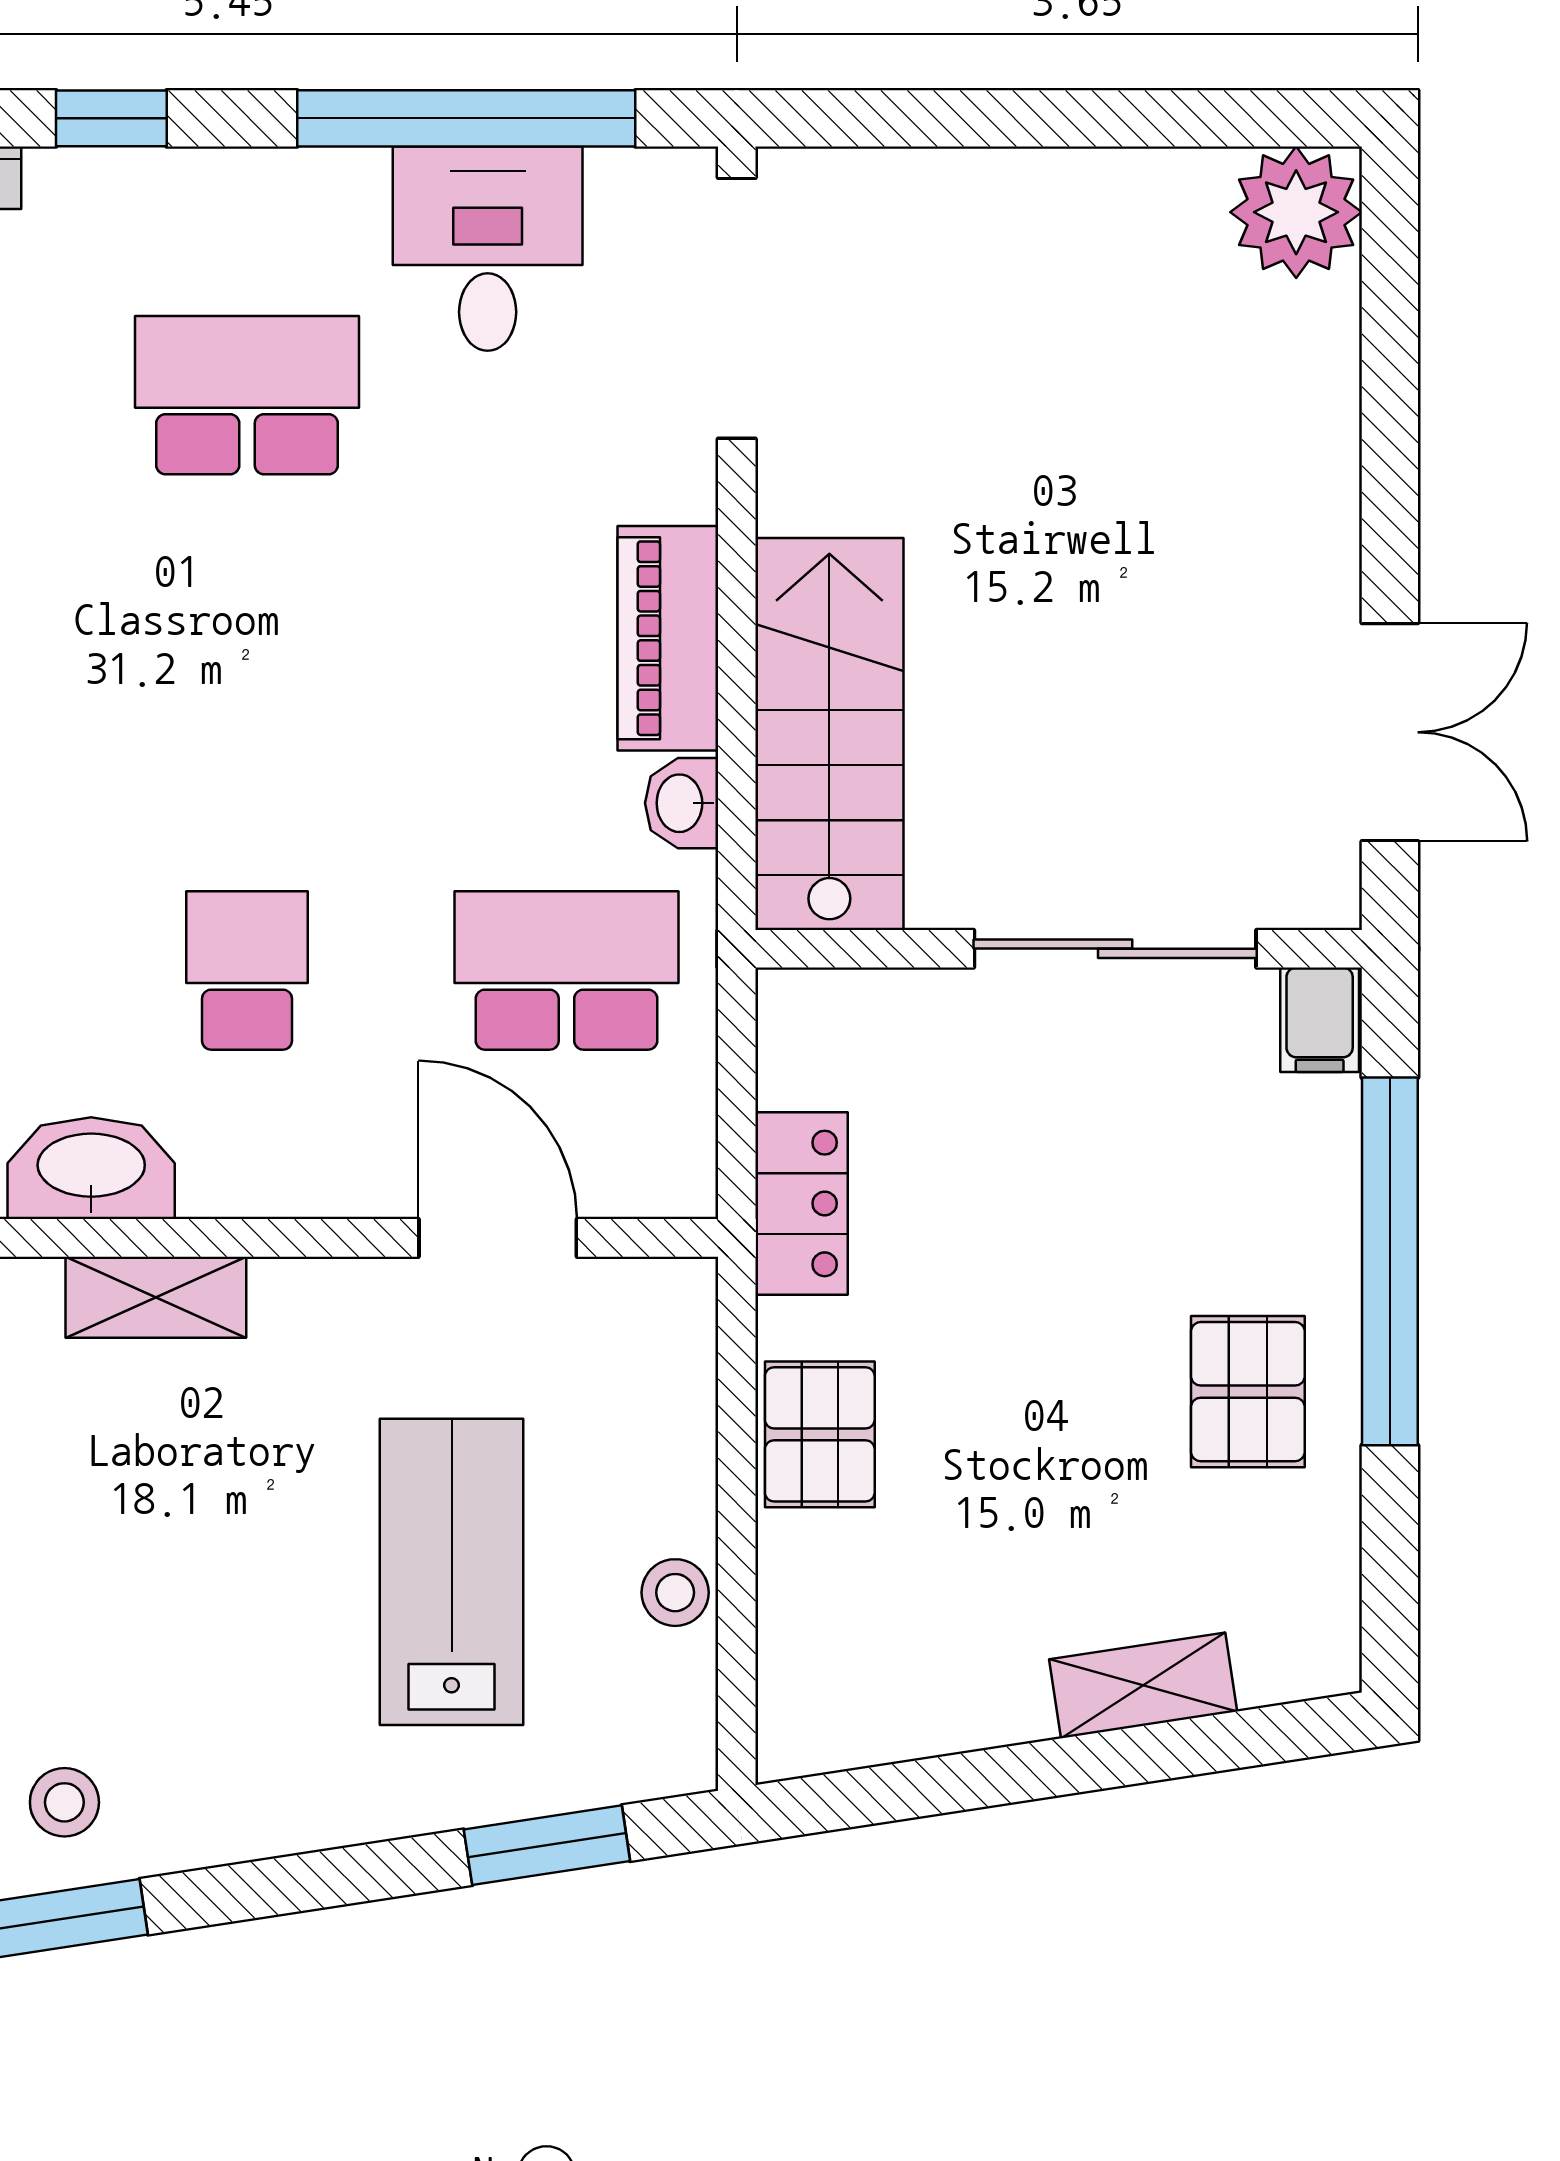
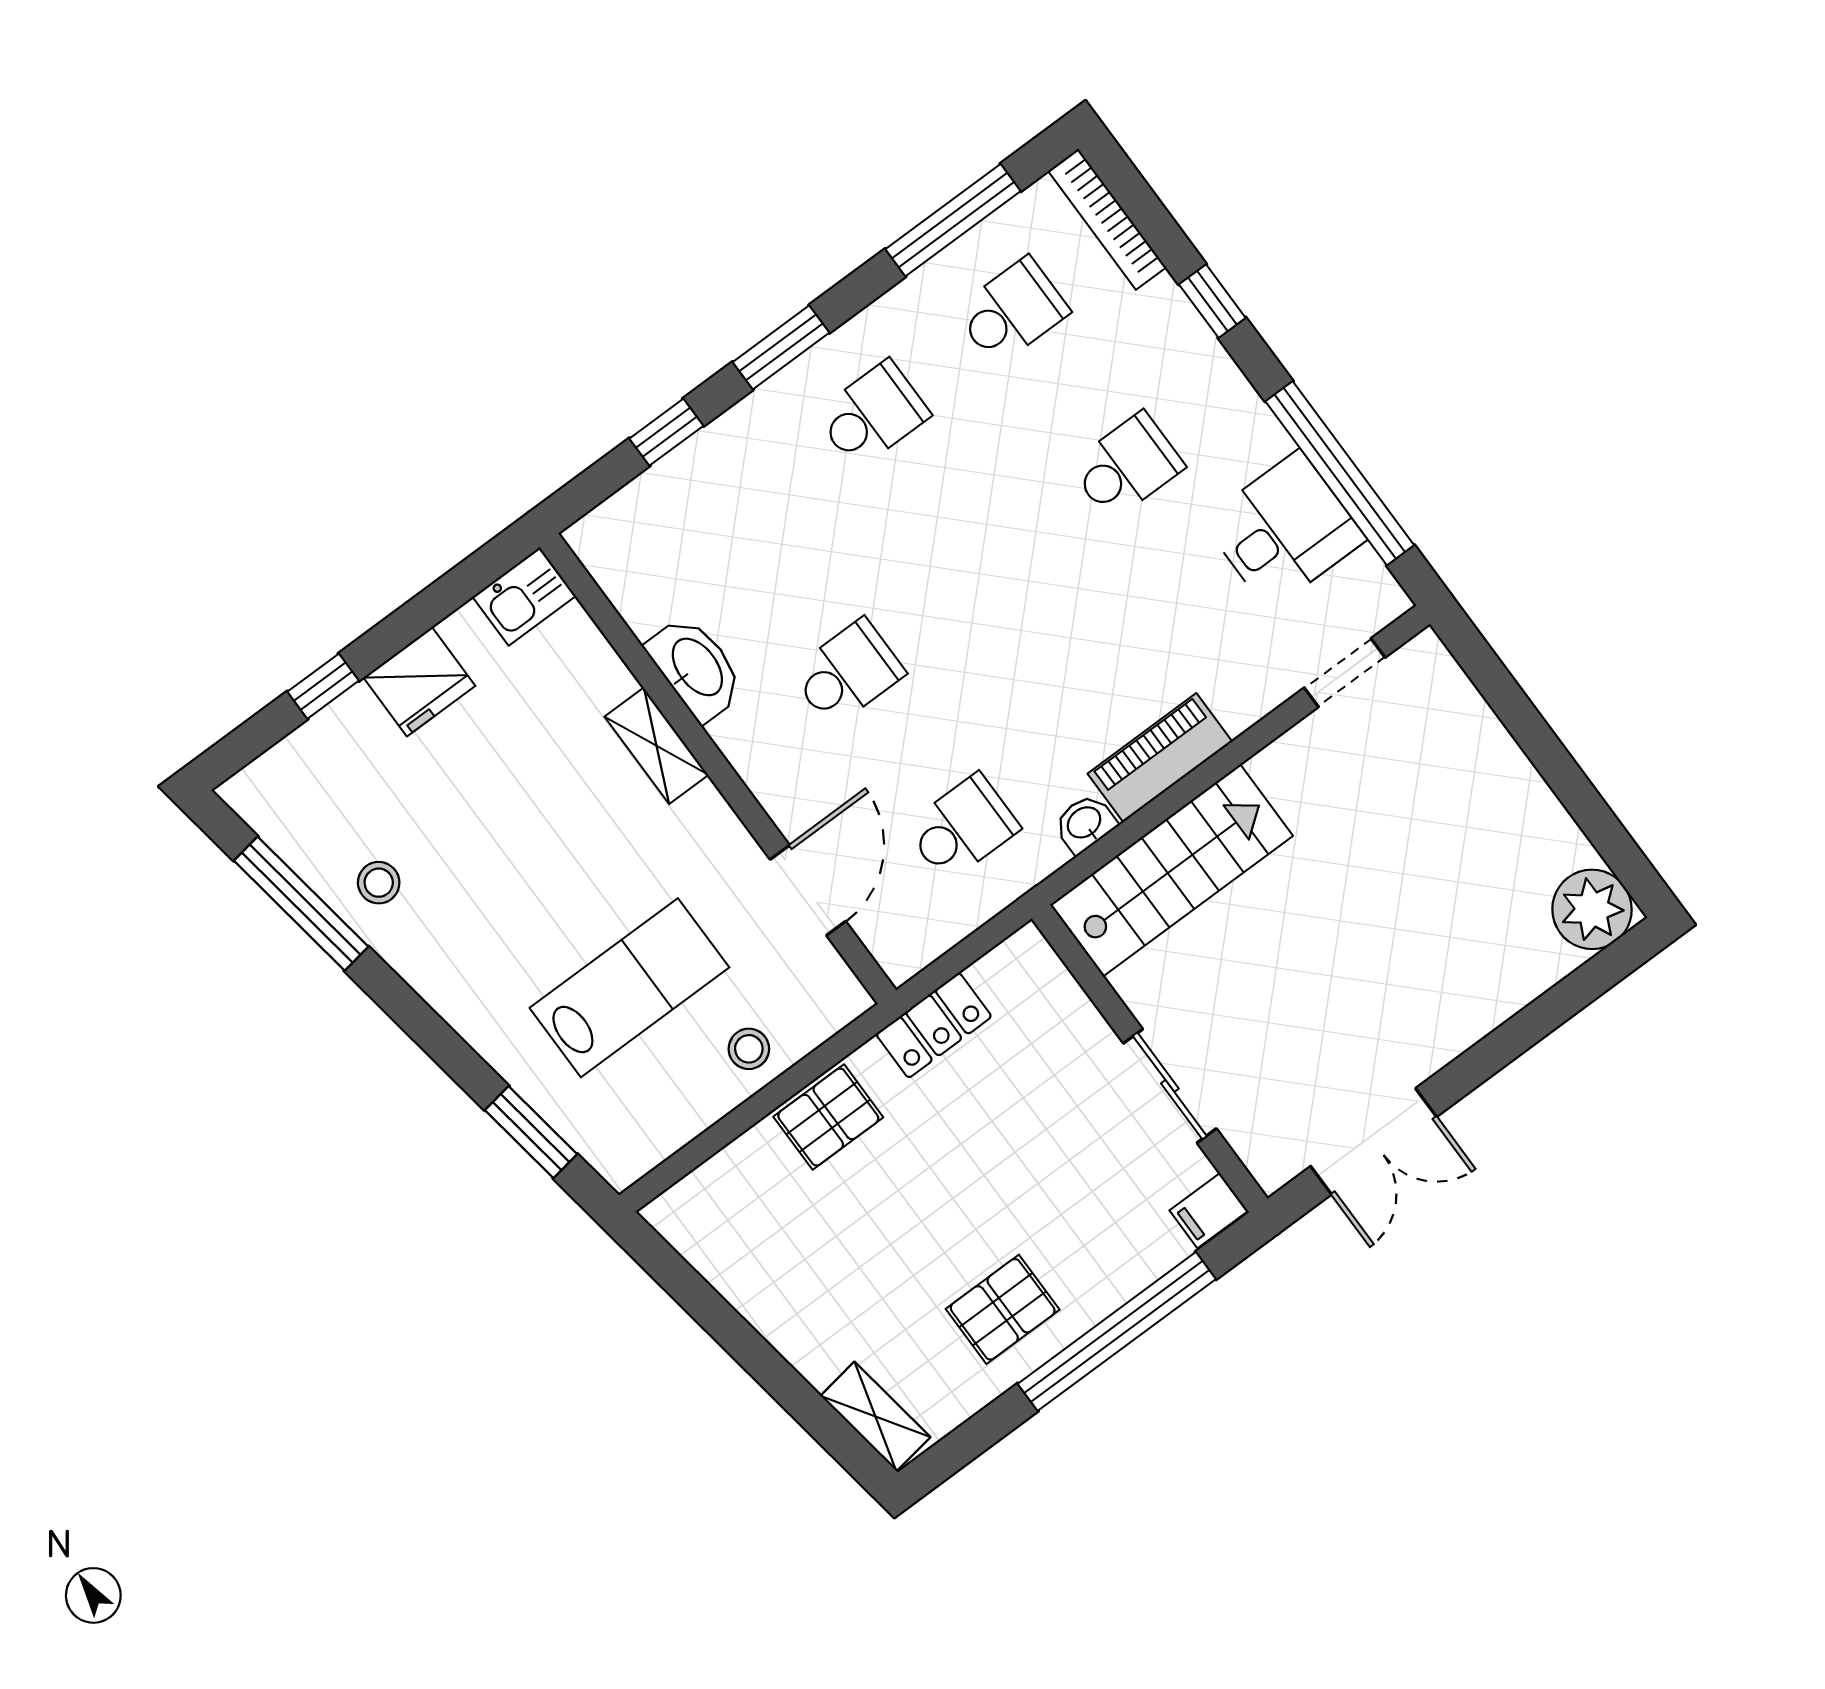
doorway: (737, 308) -> (1345, 673), width x0.53
school desk: (247, 395) -> (1127, 466), width x0.54
sliding door: (1115, 949) -> (1170, 1086), width x0.73
school desk: (566, 971) -> (962, 828), width x0.54
stool: (675, 1593) -> (749, 1049), moved
shelving: (1143, 1685) -> (875, 1416), moved

